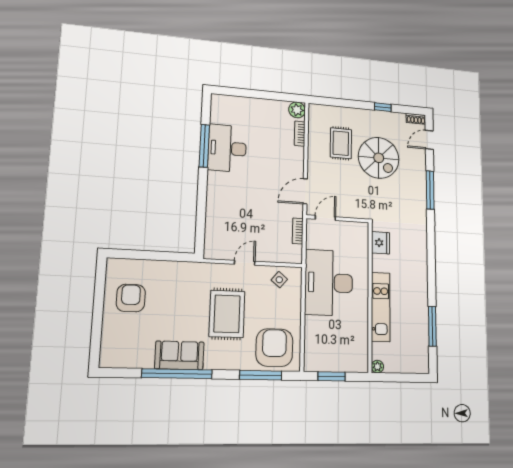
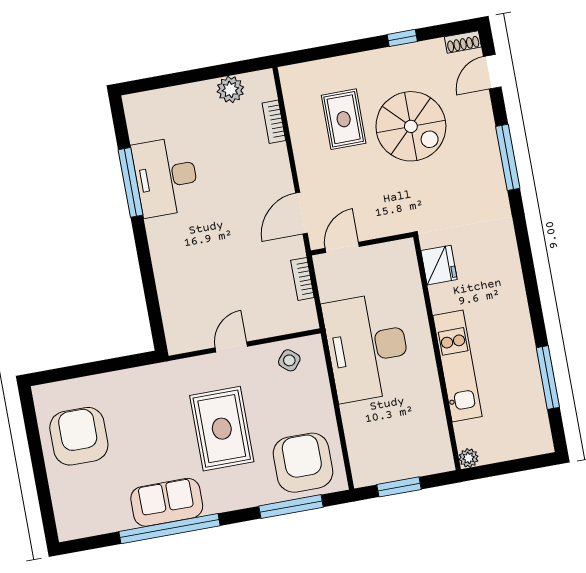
plant: (297, 110) -> (230, 89), moved
armchair: (131, 298) -> (79, 436), width x1.36, depth x1.36

